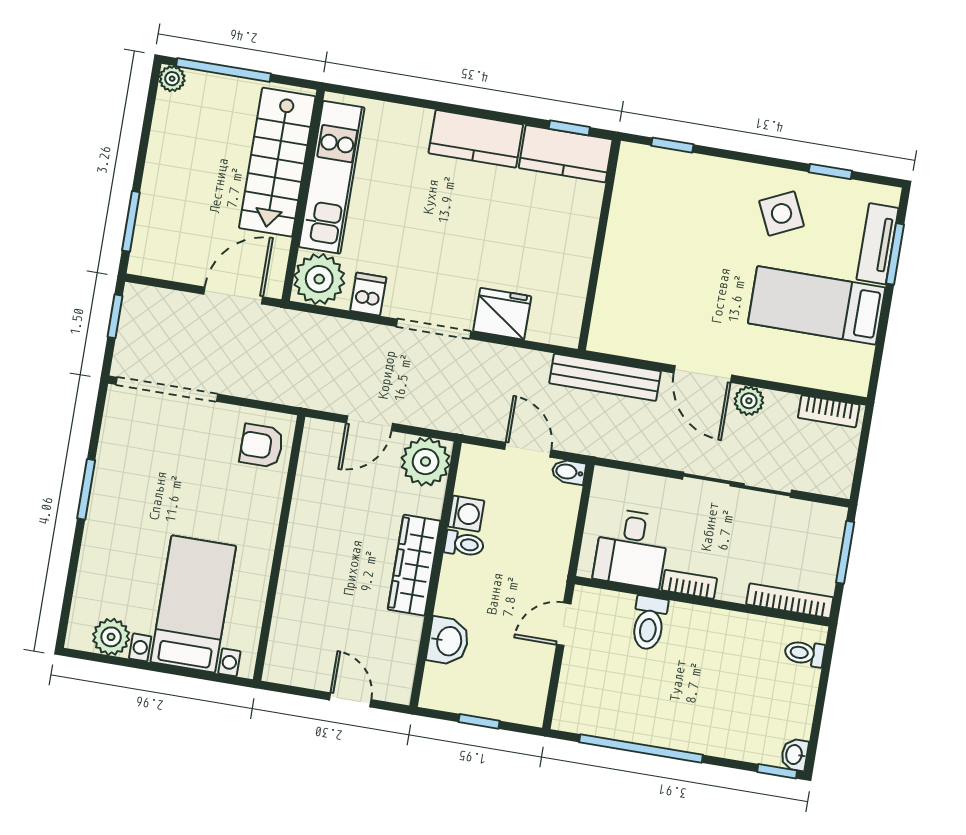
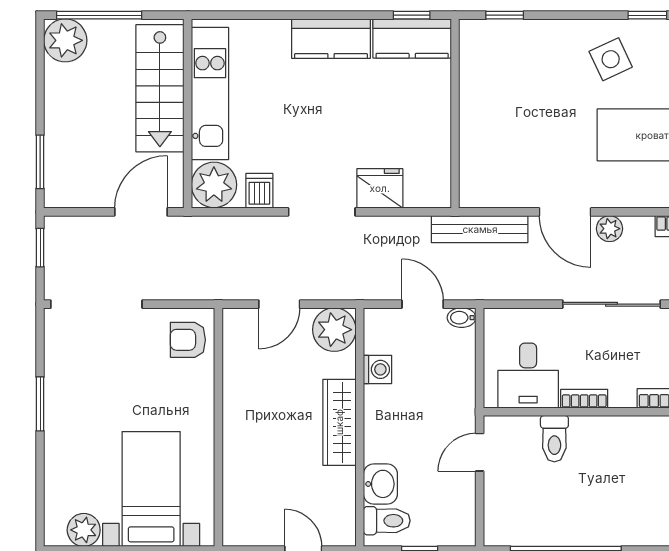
plant: (172, 79) -> (65, 40), width x1.88, depth x1.88
toilet: (464, 544) -> (387, 521), moved, width x1.37, depth x1.39

